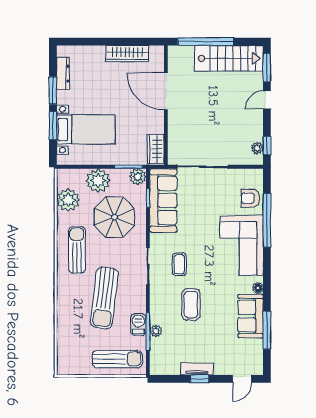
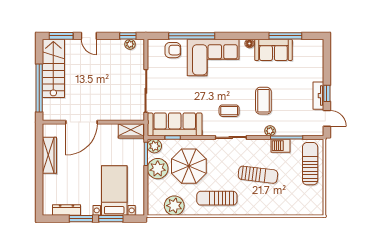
plant: (98, 181) -> (158, 169), moved
armchair: (250, 198) -> (173, 50), turned -90
sun lounger: (104, 298) -> (258, 175), width x0.73, depth x0.75
coffee table: (191, 304) -> (263, 101), turned 90
plant: (156, 331) -> (270, 131), moved
door: (242, 379) -> (327, 118), moved

